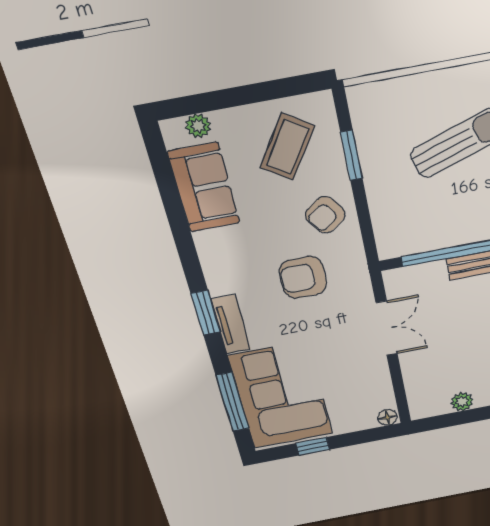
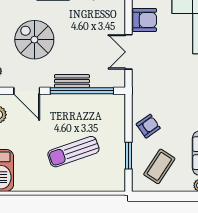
armchair: (303, 277) -> (145, 20), moved

